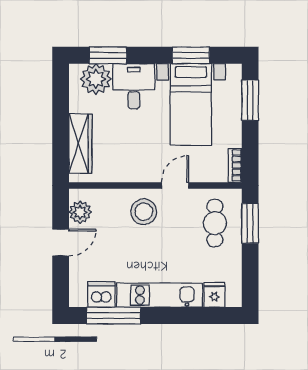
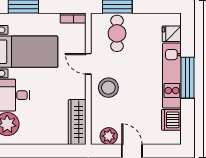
wardrobe: (80, 144) -> (77, 122), moved, turned -90
cafe table: (215, 223) -> (117, 33), turned 90
window: (114, 316) -> (187, 78), moved

